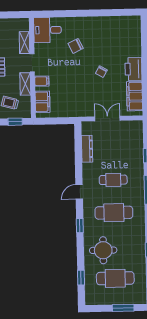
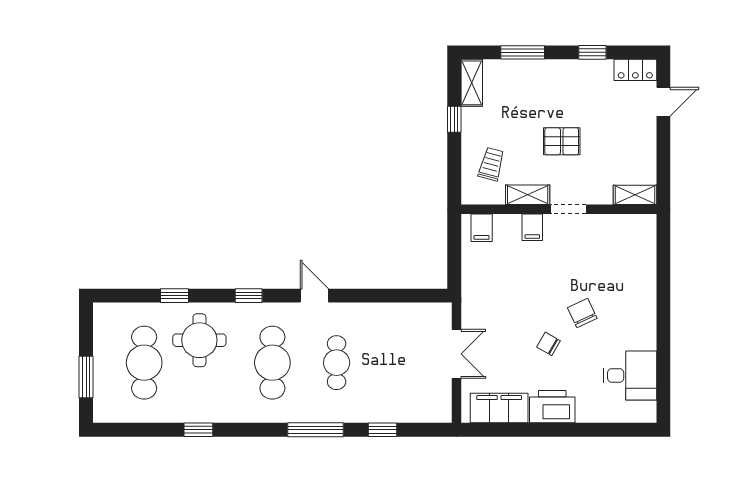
desk: (47, 30) -> (630, 375), moved, turned 90
shelving: (24, 43) -> (635, 195), moved
chair: (76, 46) -> (582, 313), moved
filing cabinet: (42, 102) -> (482, 228), width x0.50
window: (15, 122) -> (454, 174), removed
dresser: (87, 149) -> (398, 313), removed
window: (81, 278) -> (174, 296), moved

